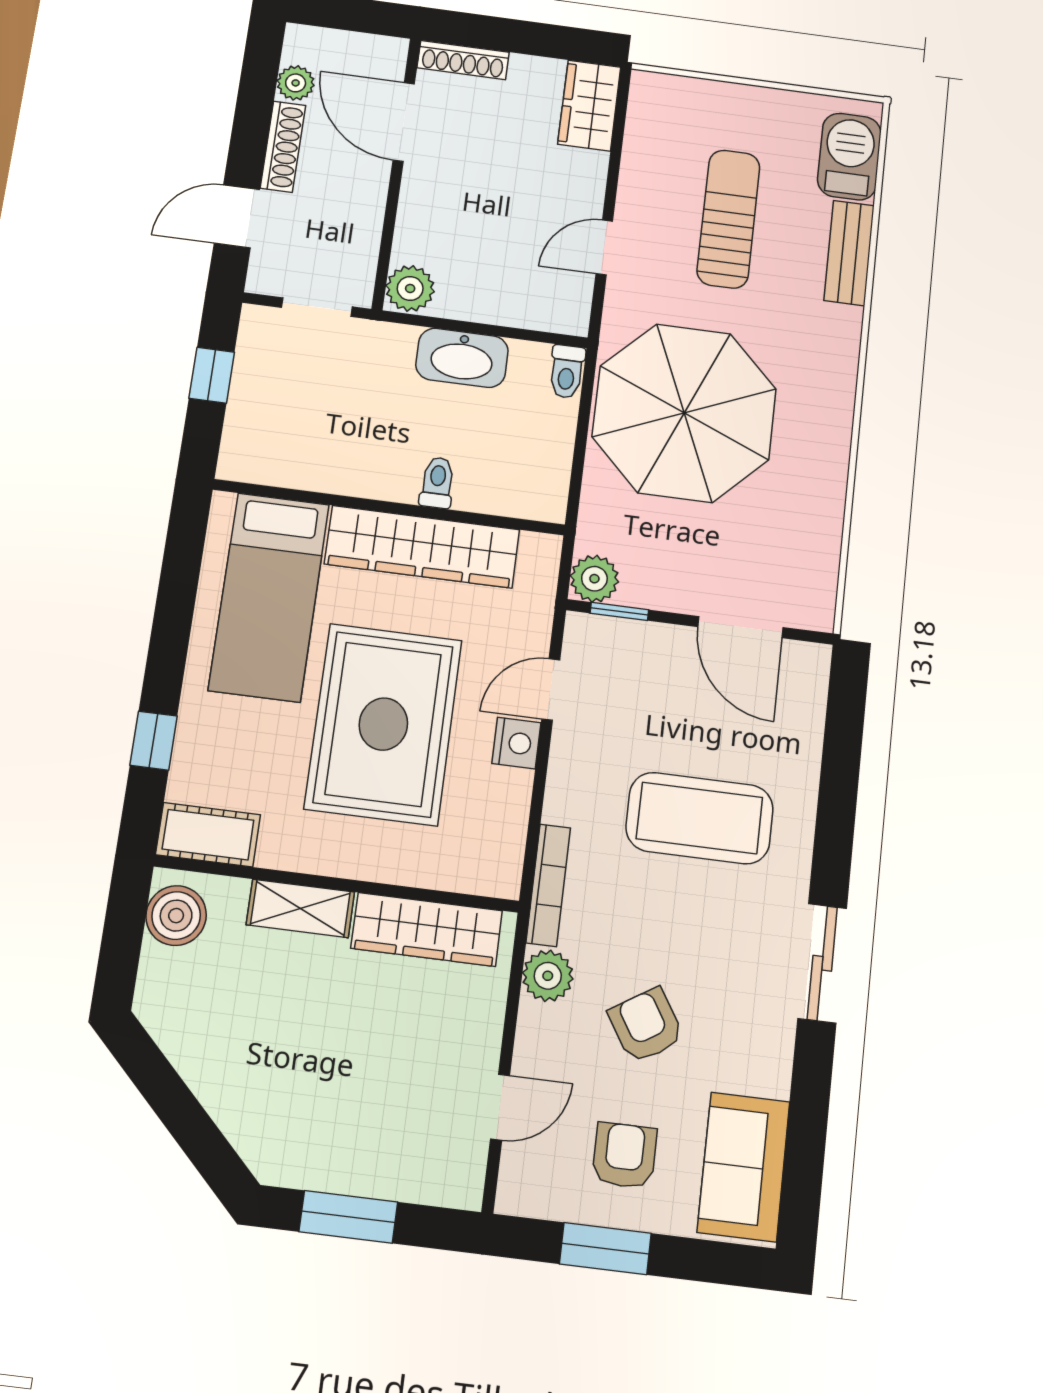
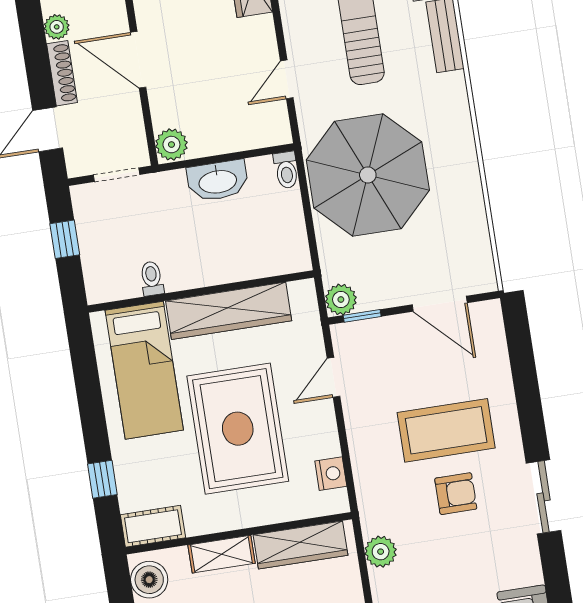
door: (404, 122) -> (138, 60), moved
toilet: (437, 483) -> (152, 278), moved
nightstand: (516, 743) -> (331, 474), moved
bookcase: (548, 885) -> (366, 498), removed
armchair: (646, 1025) -> (456, 494), moved, turned 122

